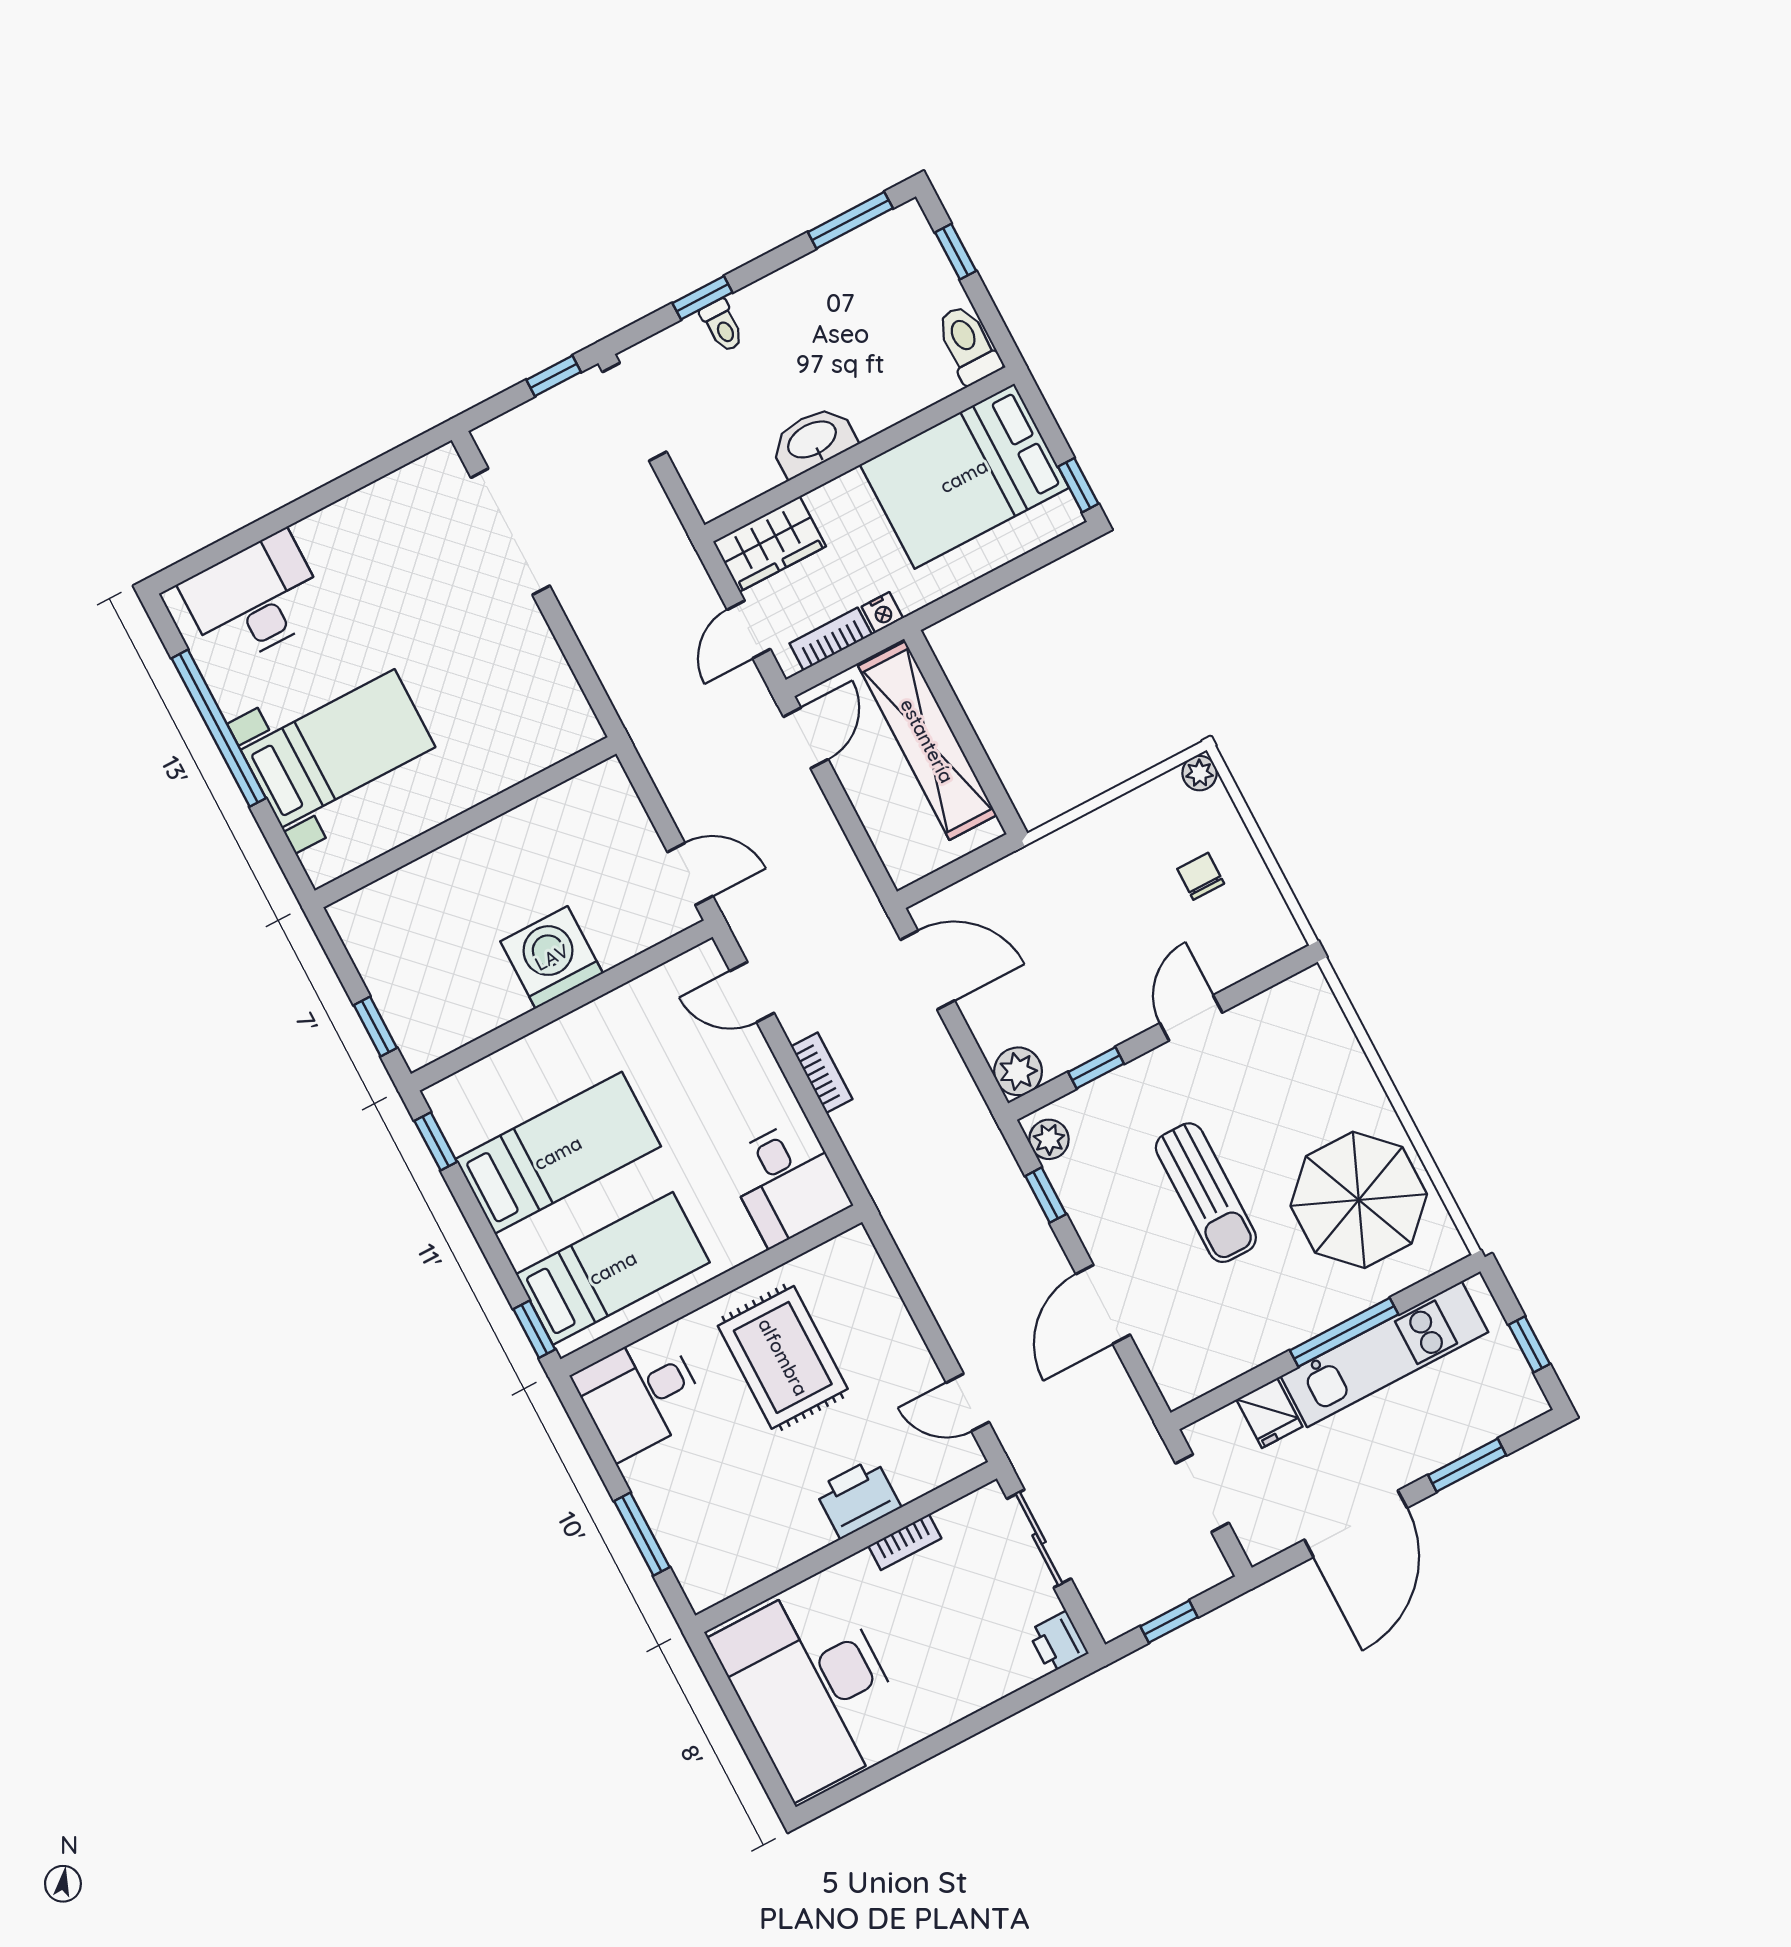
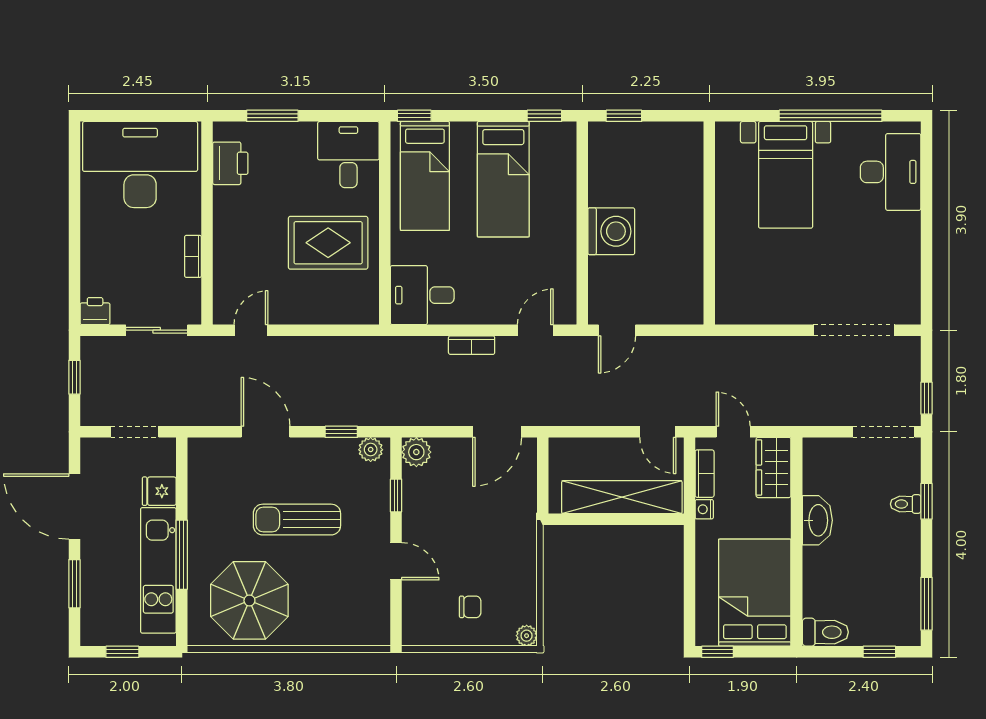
printer: (858, 1498) -> (230, 163), moved

